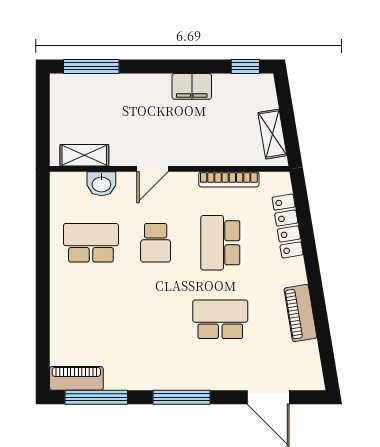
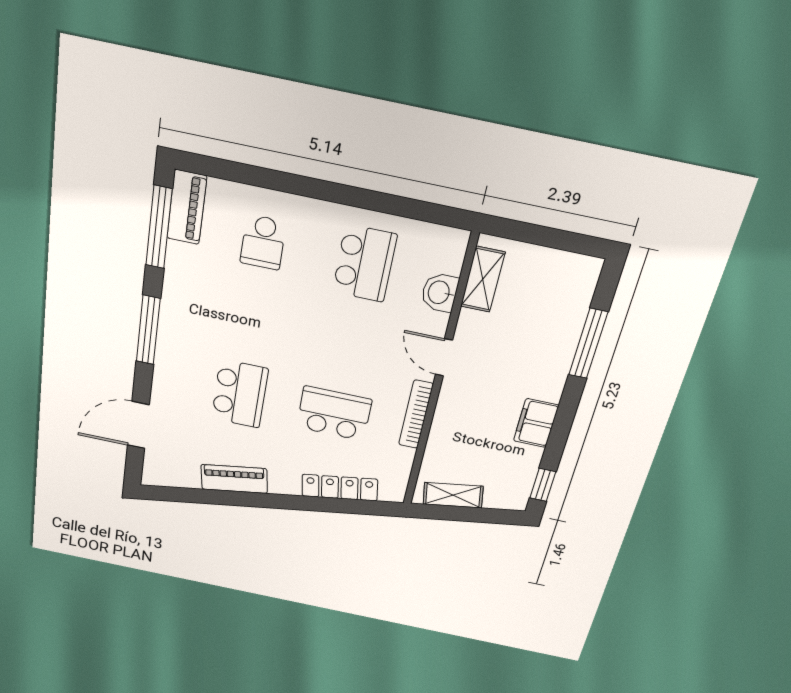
window: (91, 66) -> (588, 344), moved
bookcase: (229, 179) -> (416, 414), moved
school desk: (156, 243) -> (263, 242), moved, turned -90

